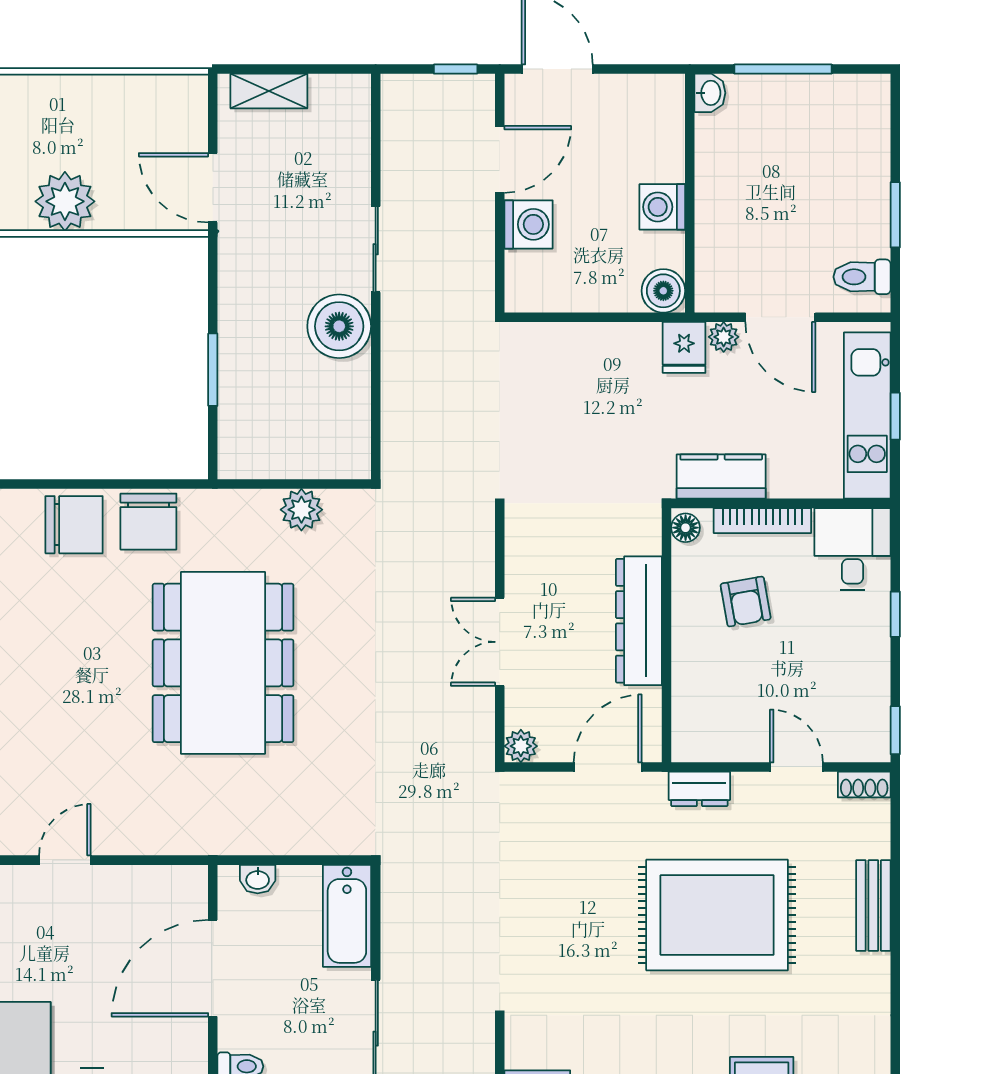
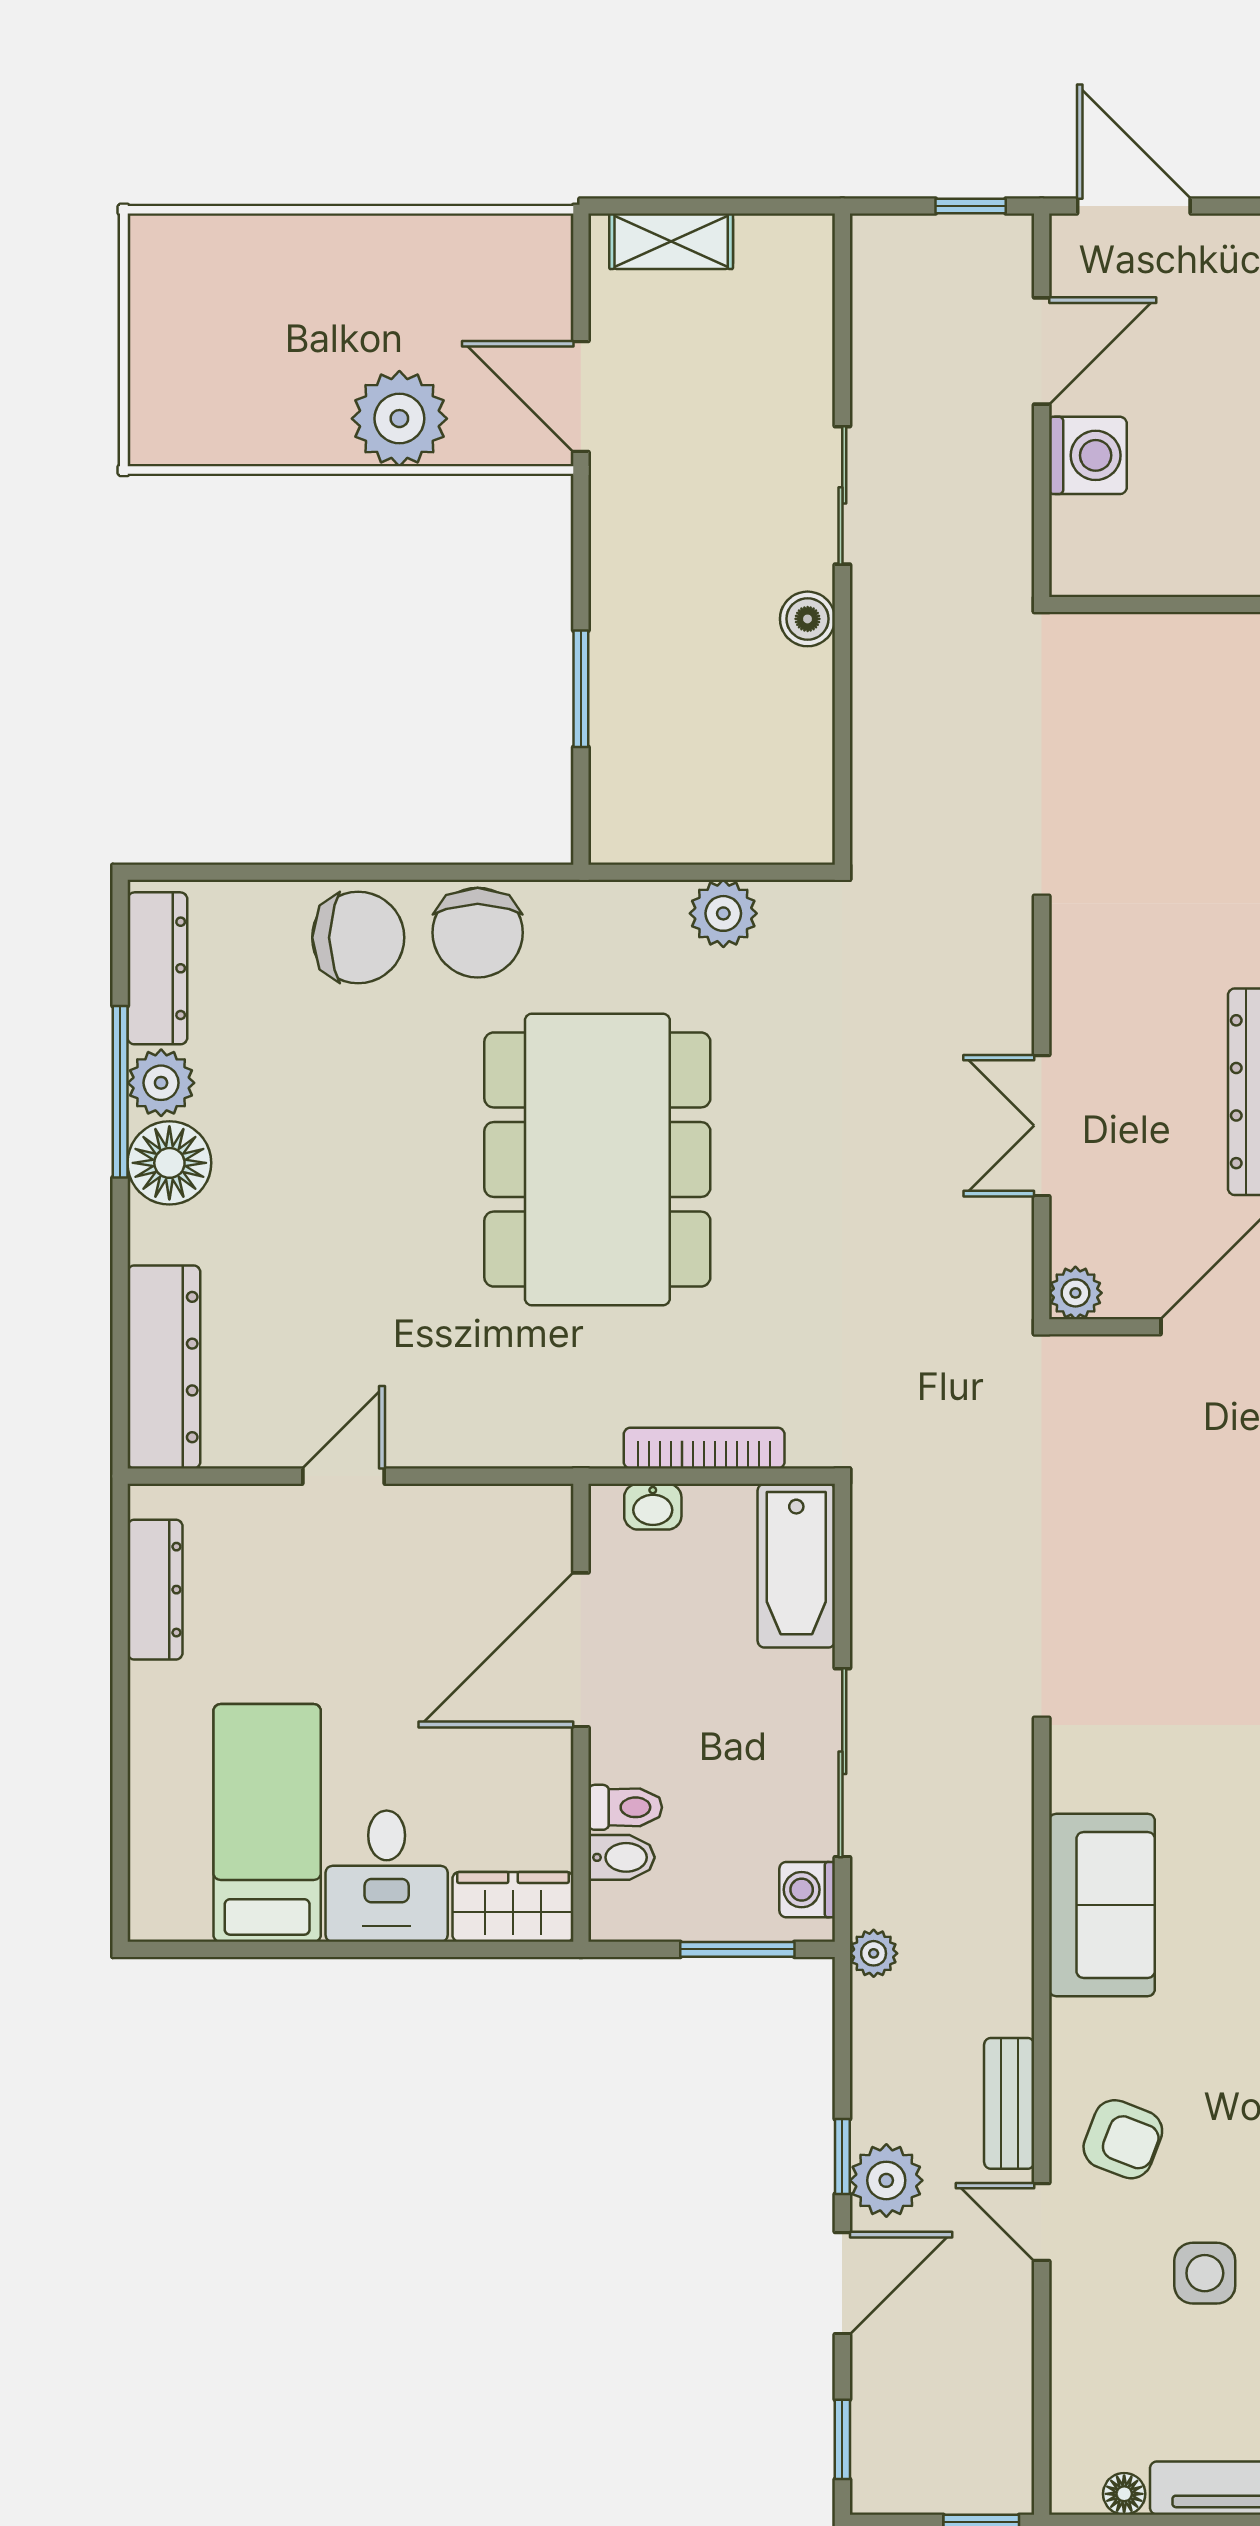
plant: (65, 201) -> (399, 419), moved
boiler: (339, 326) -> (808, 619), width x0.54, depth x0.54
bookcase: (290, 843) -> (704, 1448), added

